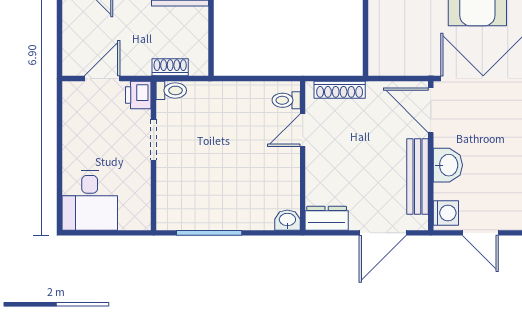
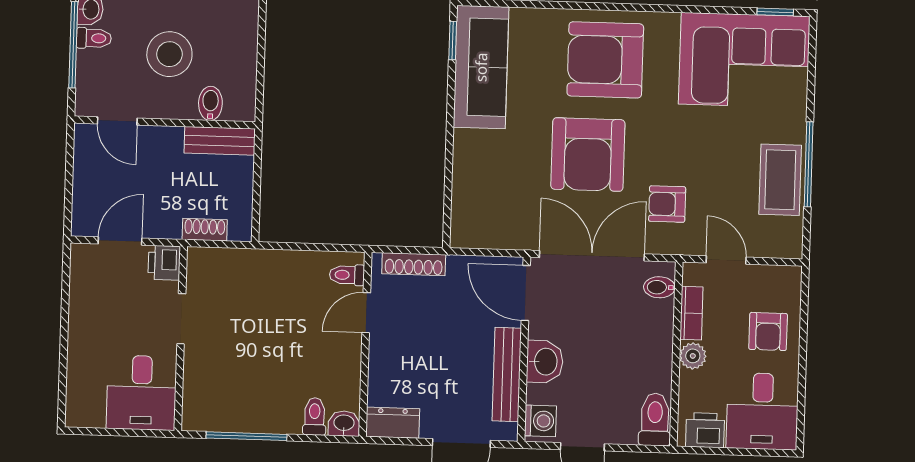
toilet: (171, 90) -> (315, 416), moved, turned -90
desk: (90, 200) -> (141, 393), moved

